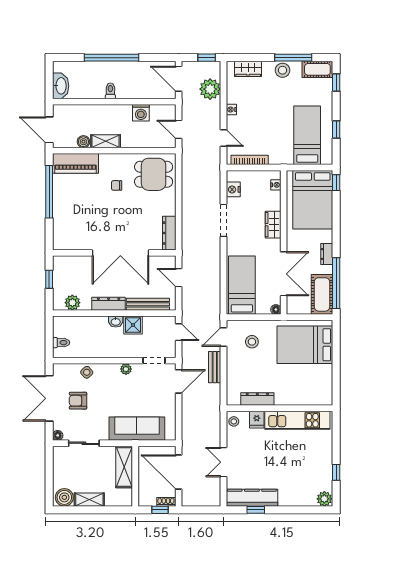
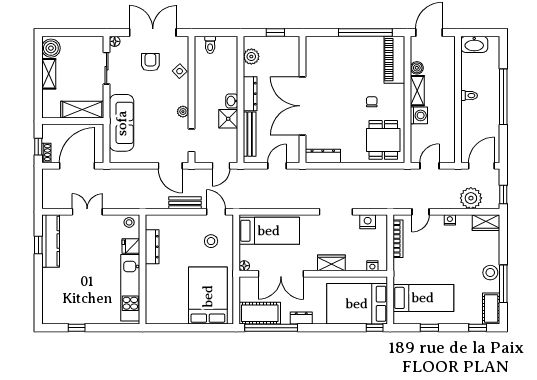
wardrobe: (248, 69) -> (486, 223), moved, turned -90
washing machine: (141, 113) -> (419, 115), moved, turned 180
plant: (324, 499) -> (49, 316), removed

